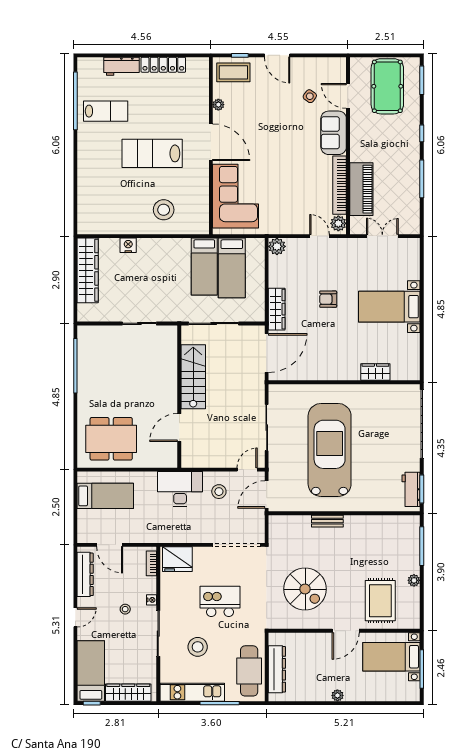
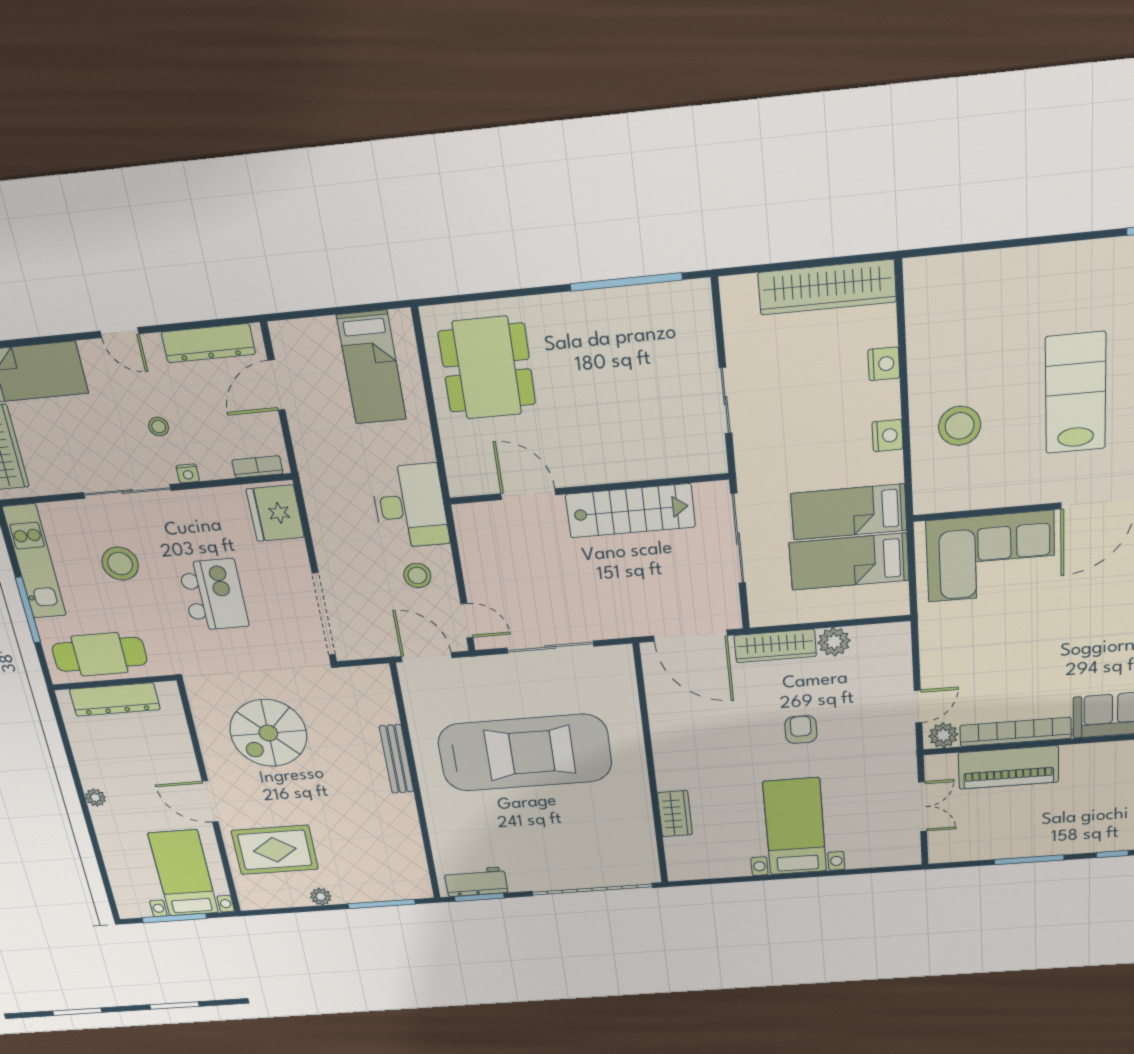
nightstand: (165, 245) -> (888, 436), added
plant: (277, 246) -> (834, 642), moved
bench: (327, 521) -> (397, 759), width x1.36

